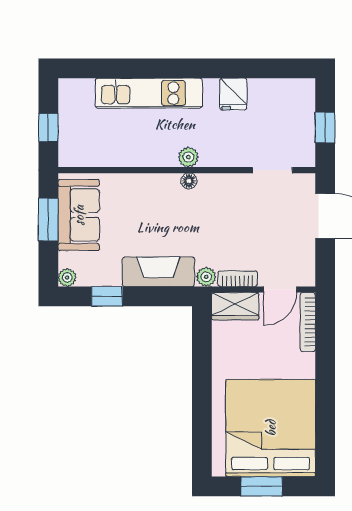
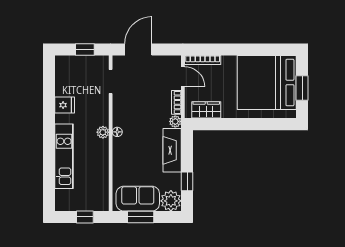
plant: (67, 277) -> (171, 201), width x1.88, depth x1.88
wardrobe: (235, 306) -> (206, 110), moved, turned -90

